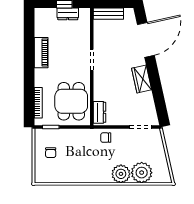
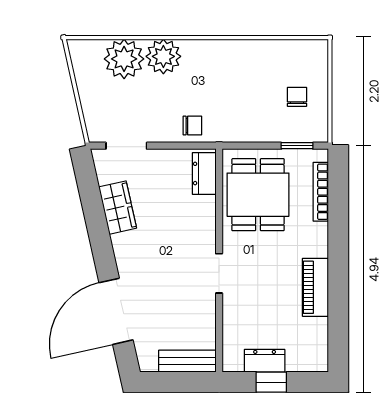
wardrobe: (142, 79) -> (118, 208), moved

